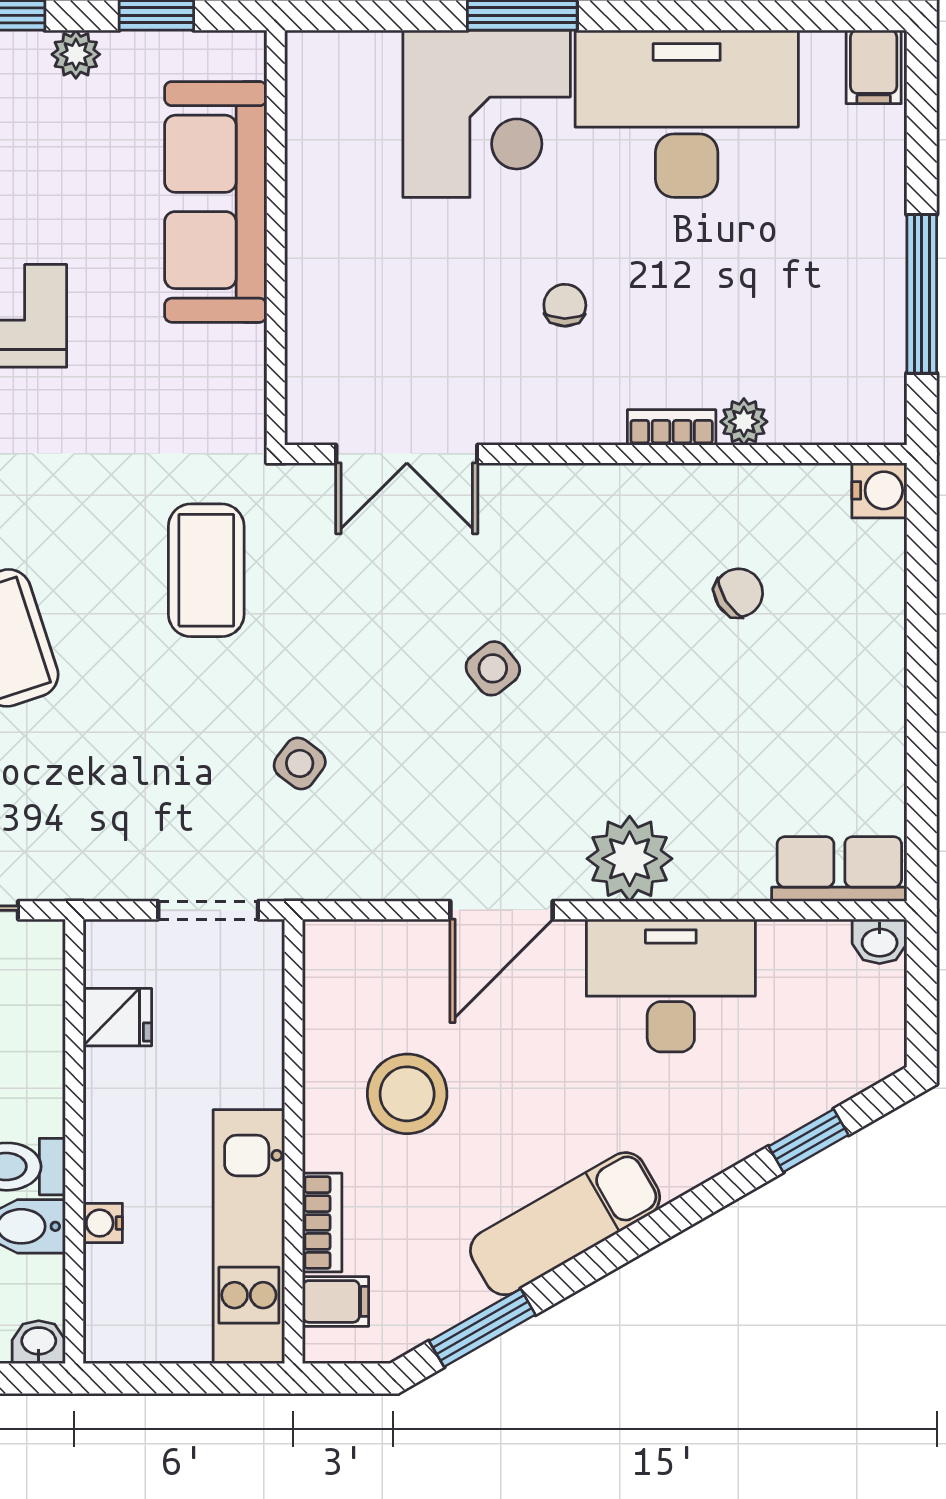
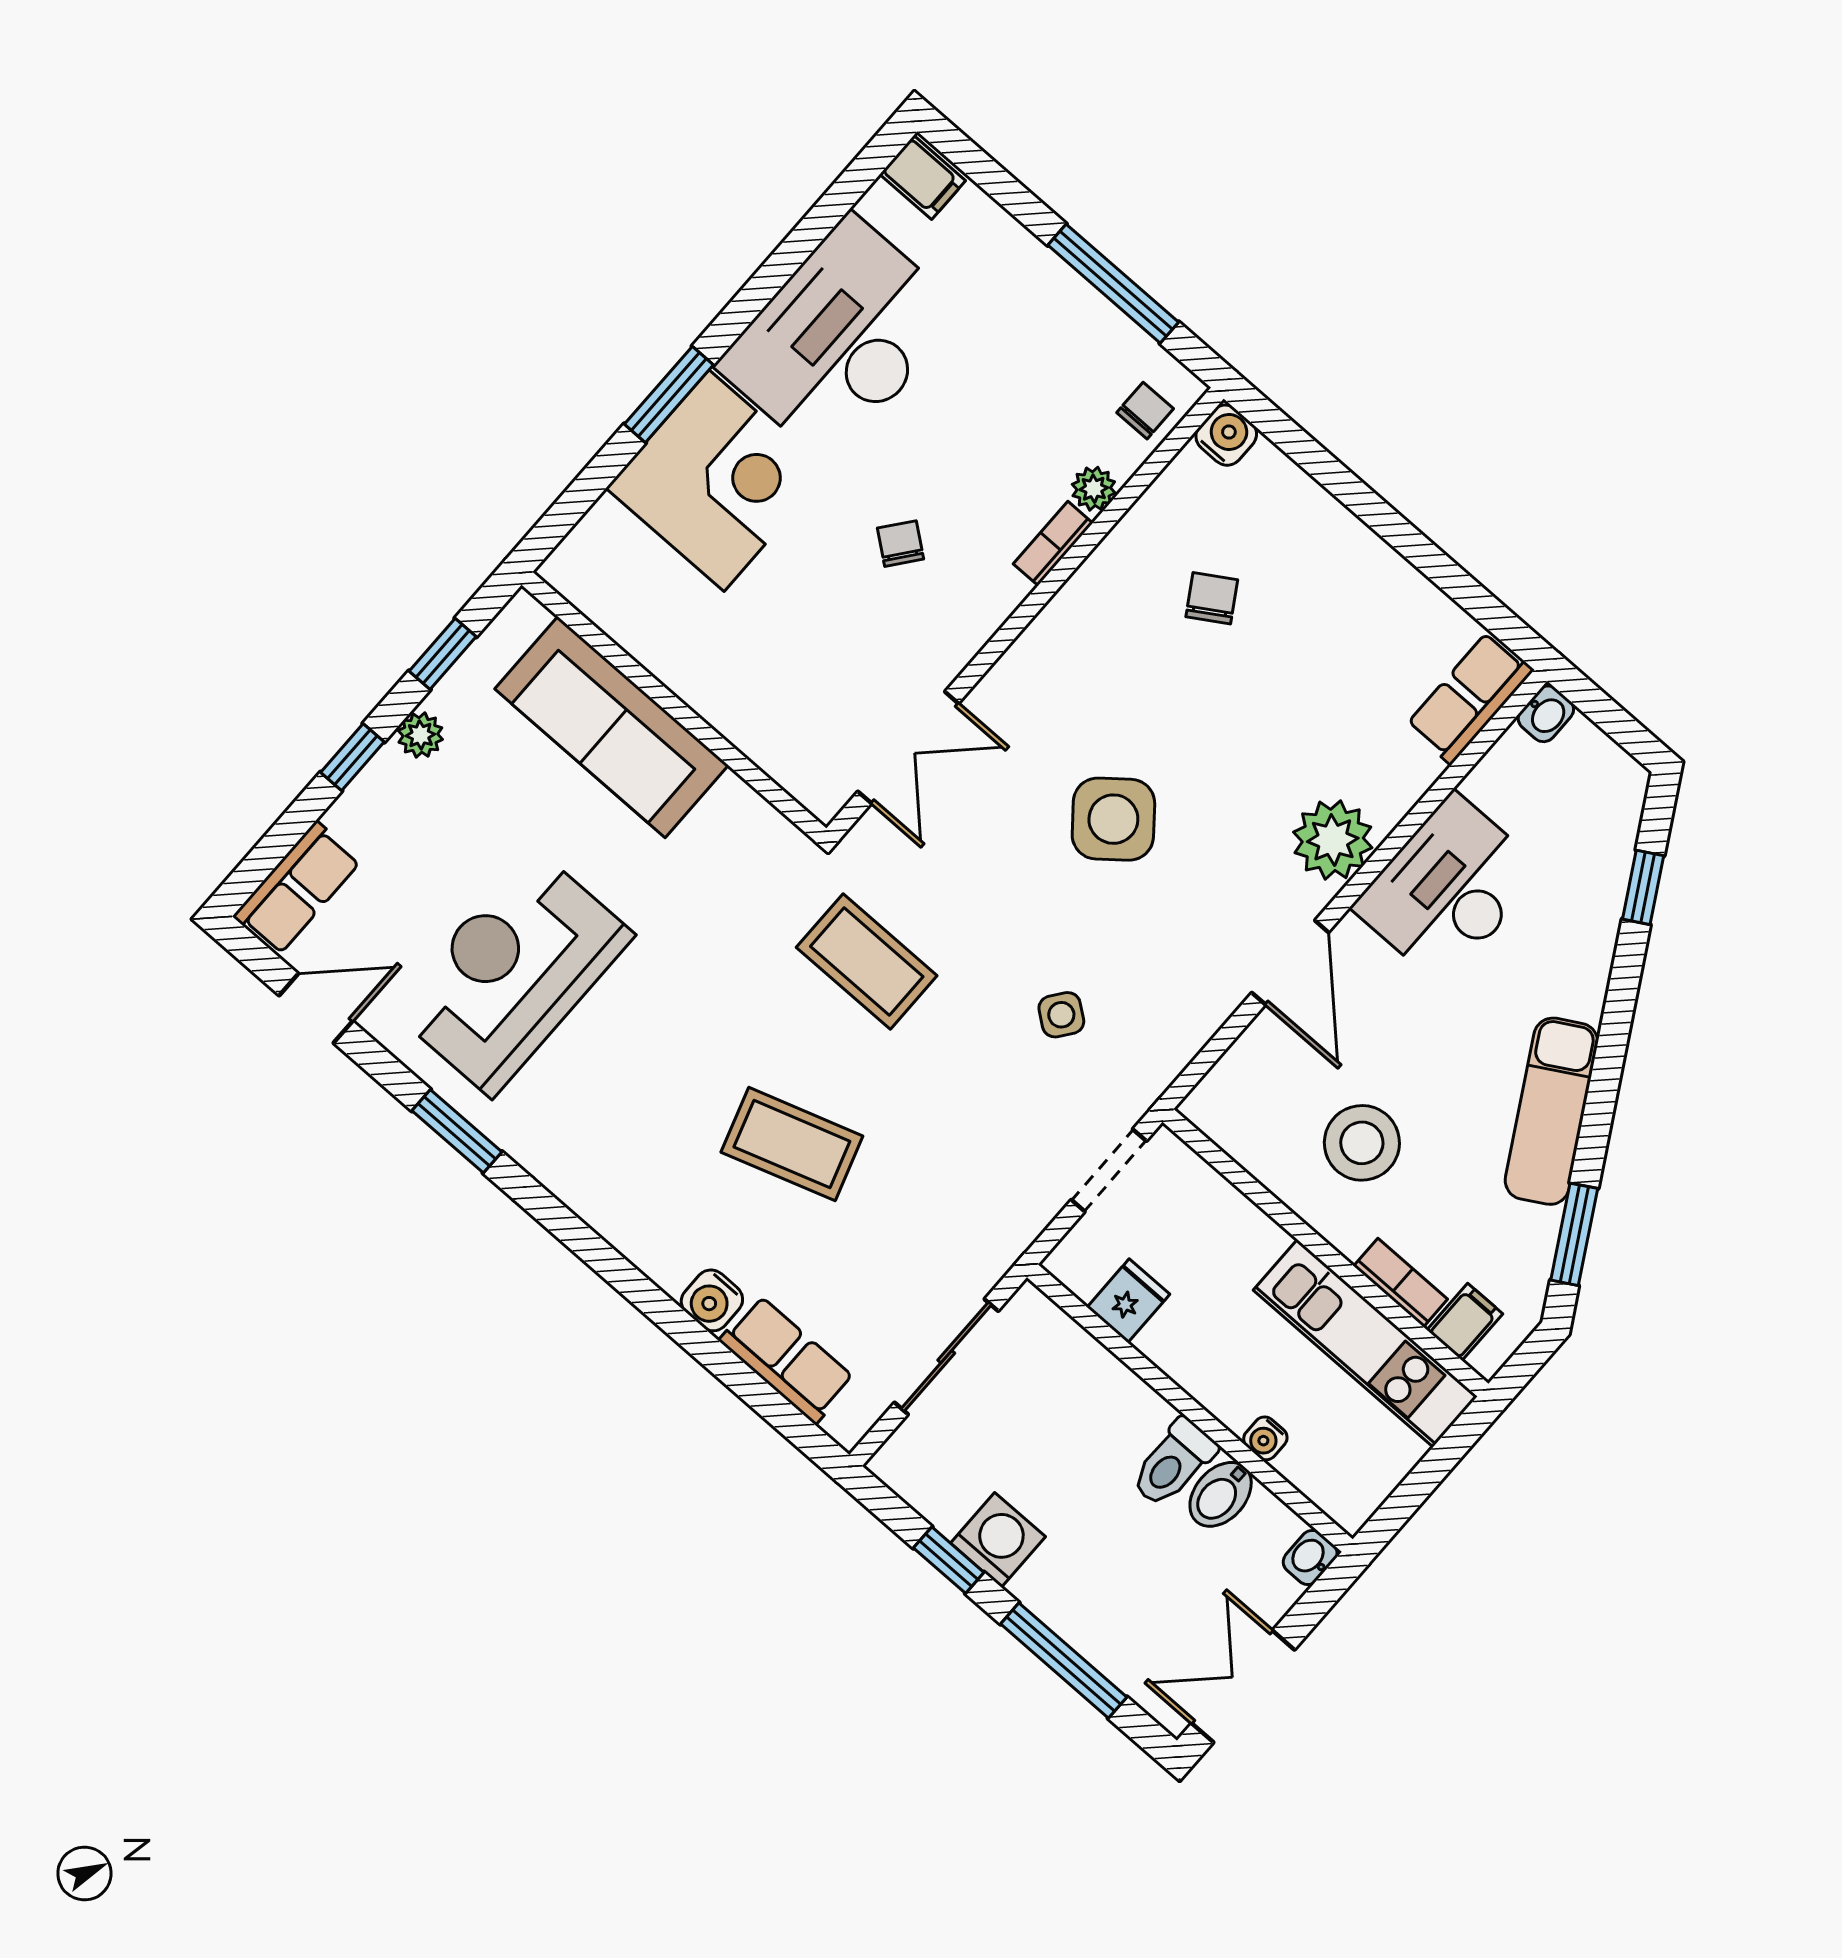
chair: (565, 305) -> (901, 544), turned 37
chair: (842, 408) -> (1145, 411), added
side table: (493, 668) -> (1113, 819), width x1.87, depth x1.87

